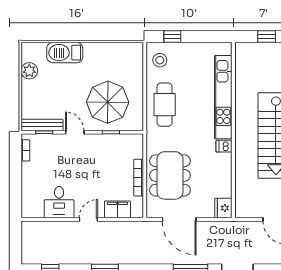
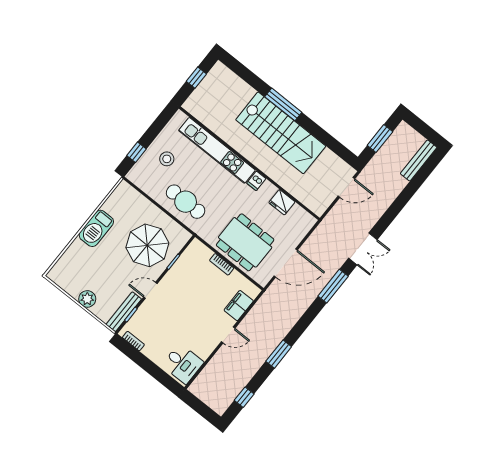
barbecue: (65, 53) -> (96, 228), moved
stool: (160, 60) -> (167, 159), moved
plant: (29, 71) -> (87, 299), moved
bookcase: (139, 178) -> (222, 264), width x0.64
desk: (59, 202) -> (183, 364), moved
fridge: (223, 208) -> (282, 202), moved
door: (88, 219) -> (228, 335), swing flipped

